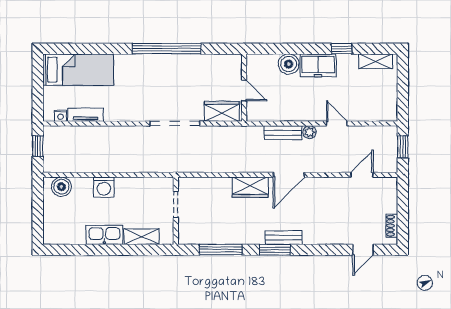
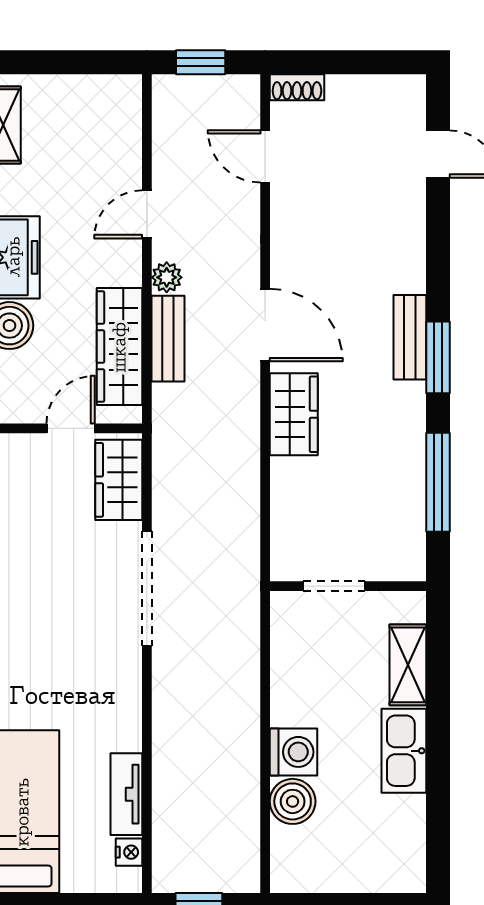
wardrobe: (280, 112) -> (119, 347), added
boiler: (61, 187) -> (293, 801), moved
shoe rack: (392, 226) -> (297, 87), moved

